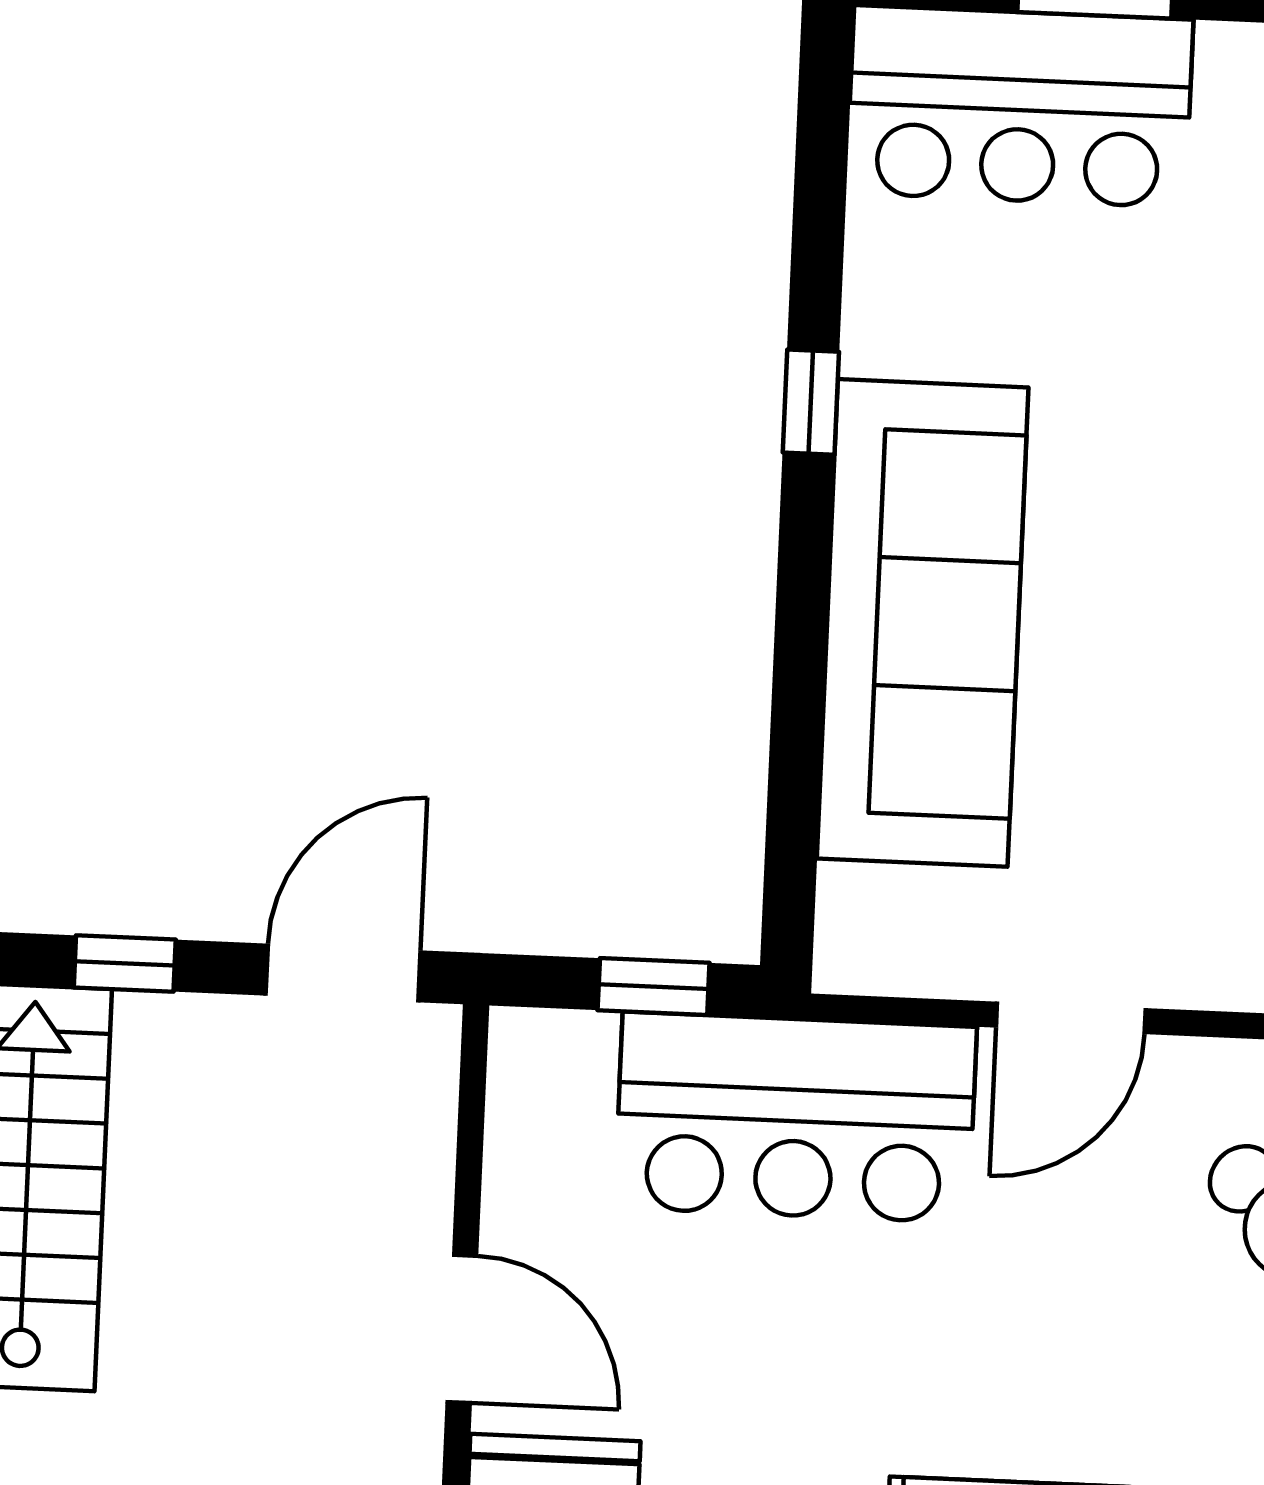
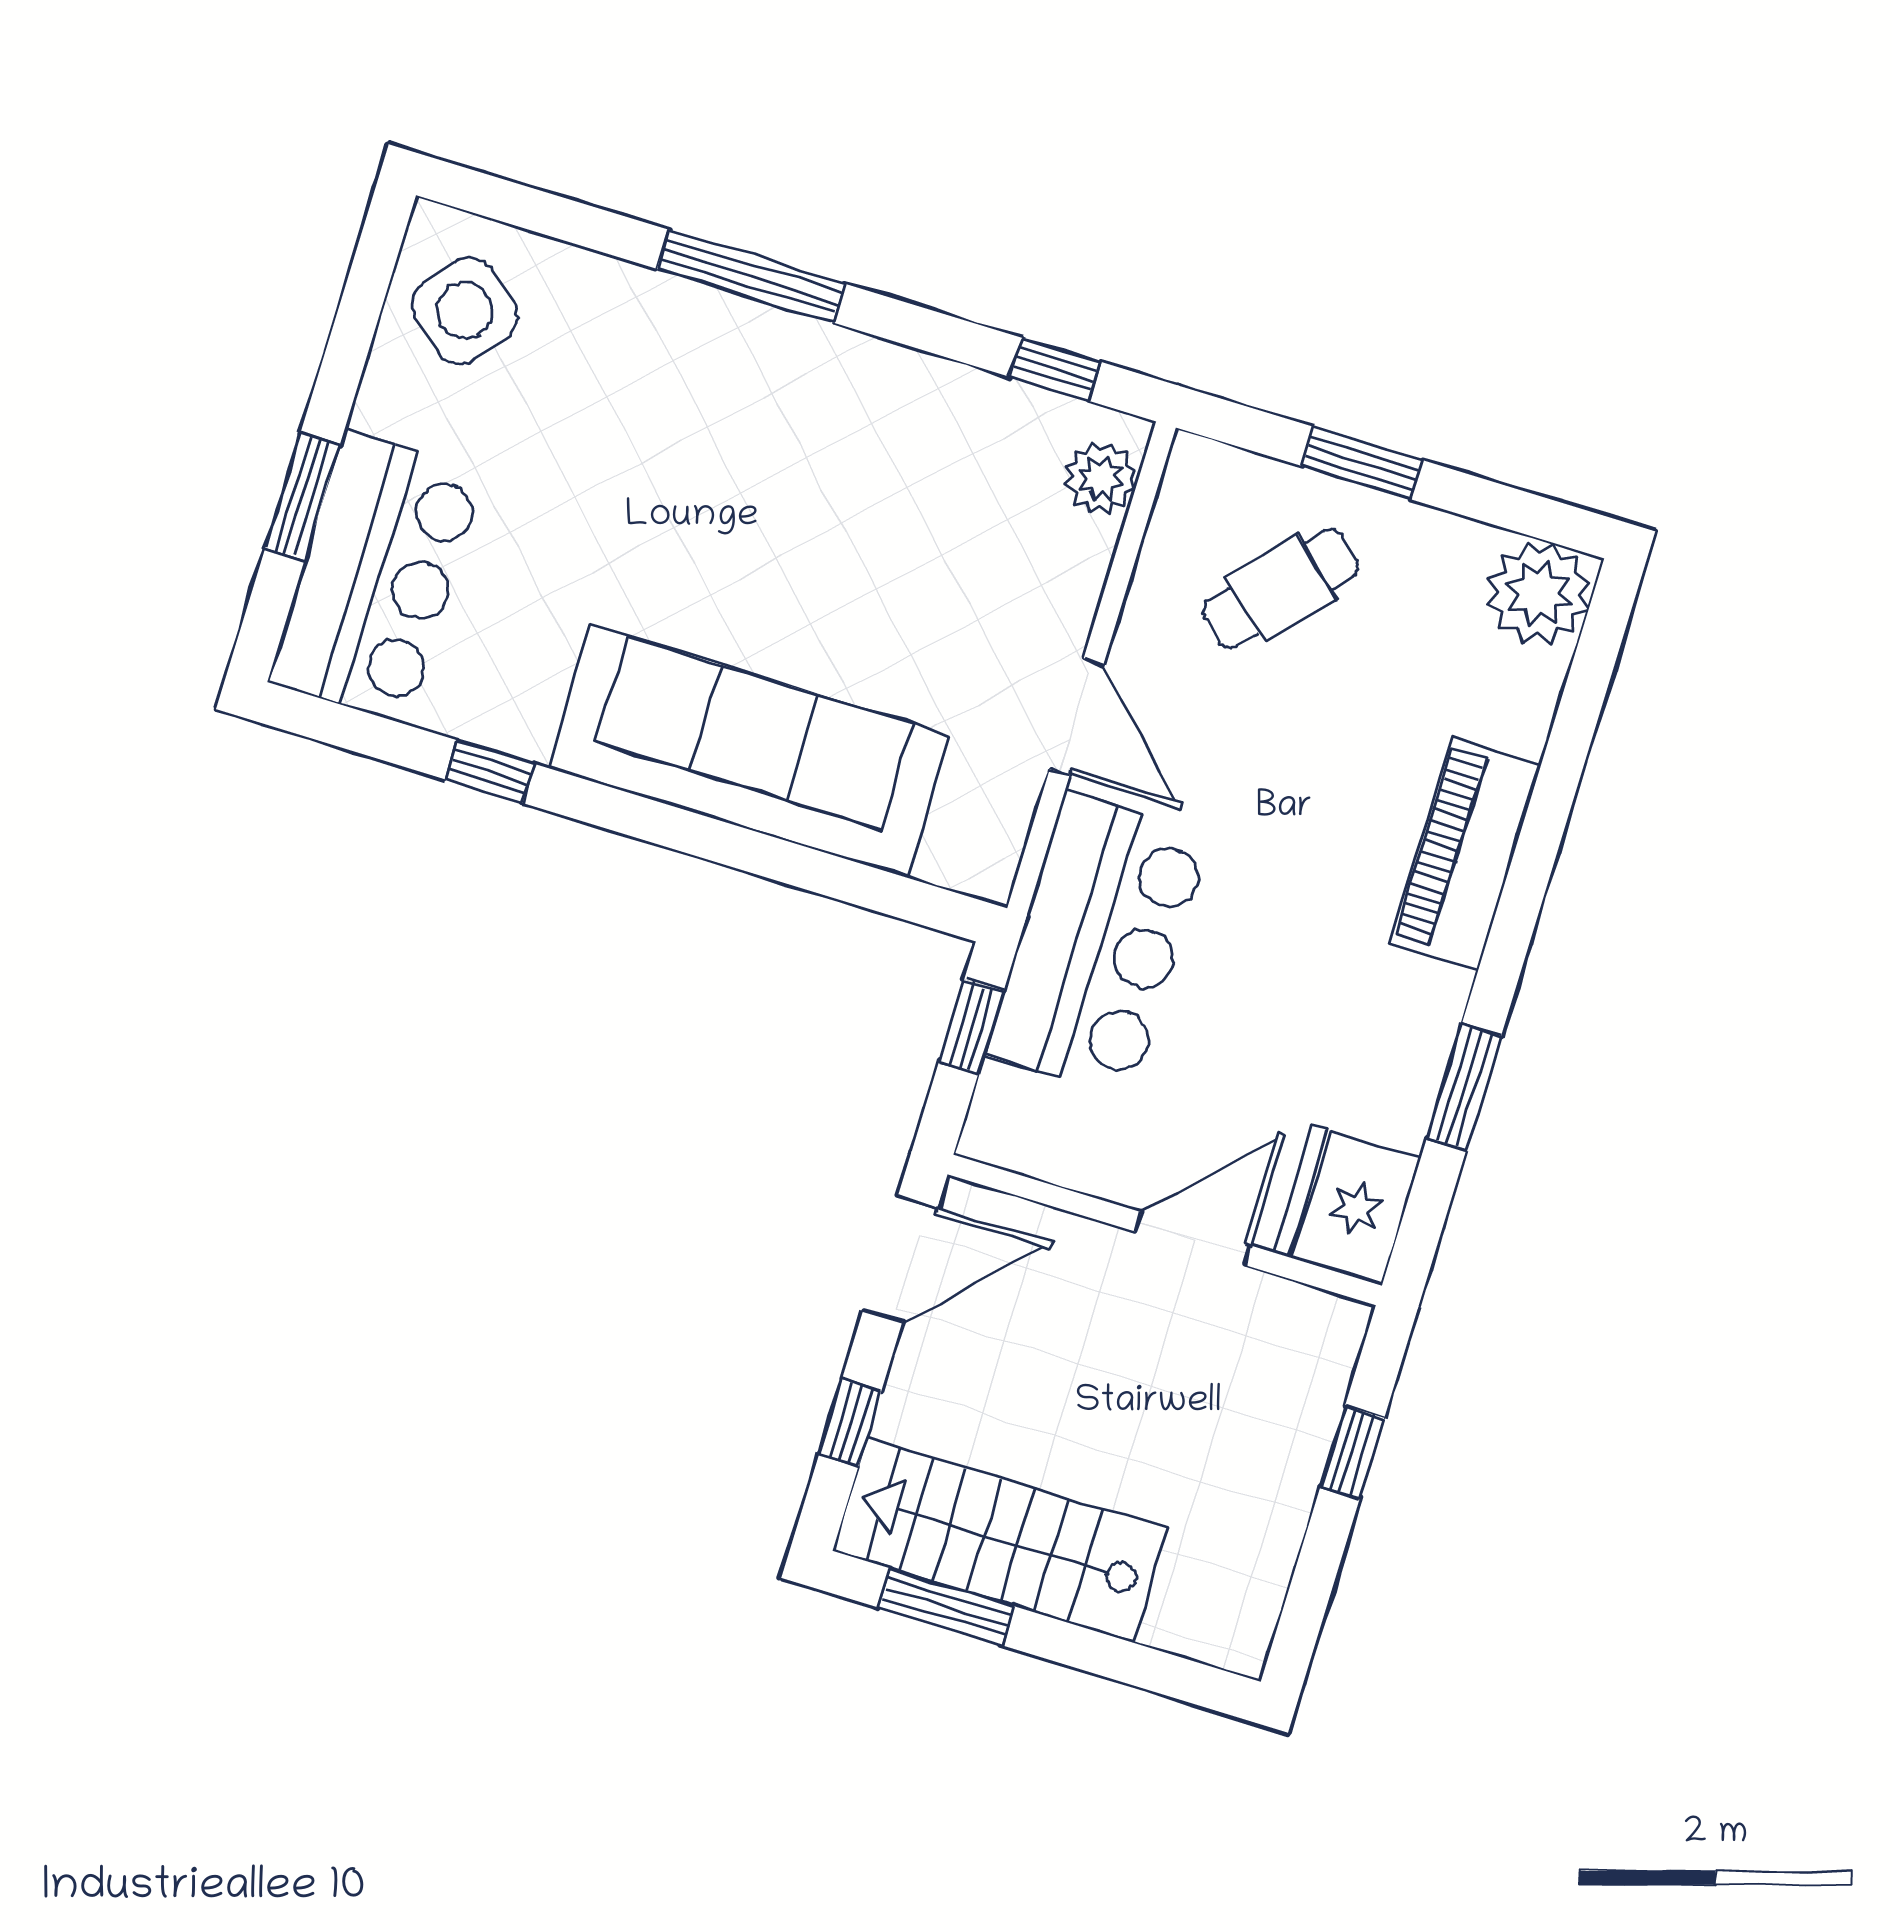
window: (811, 402) -> (490, 772), moved
door: (343, 973) -> (900, 1259), swing flipped

